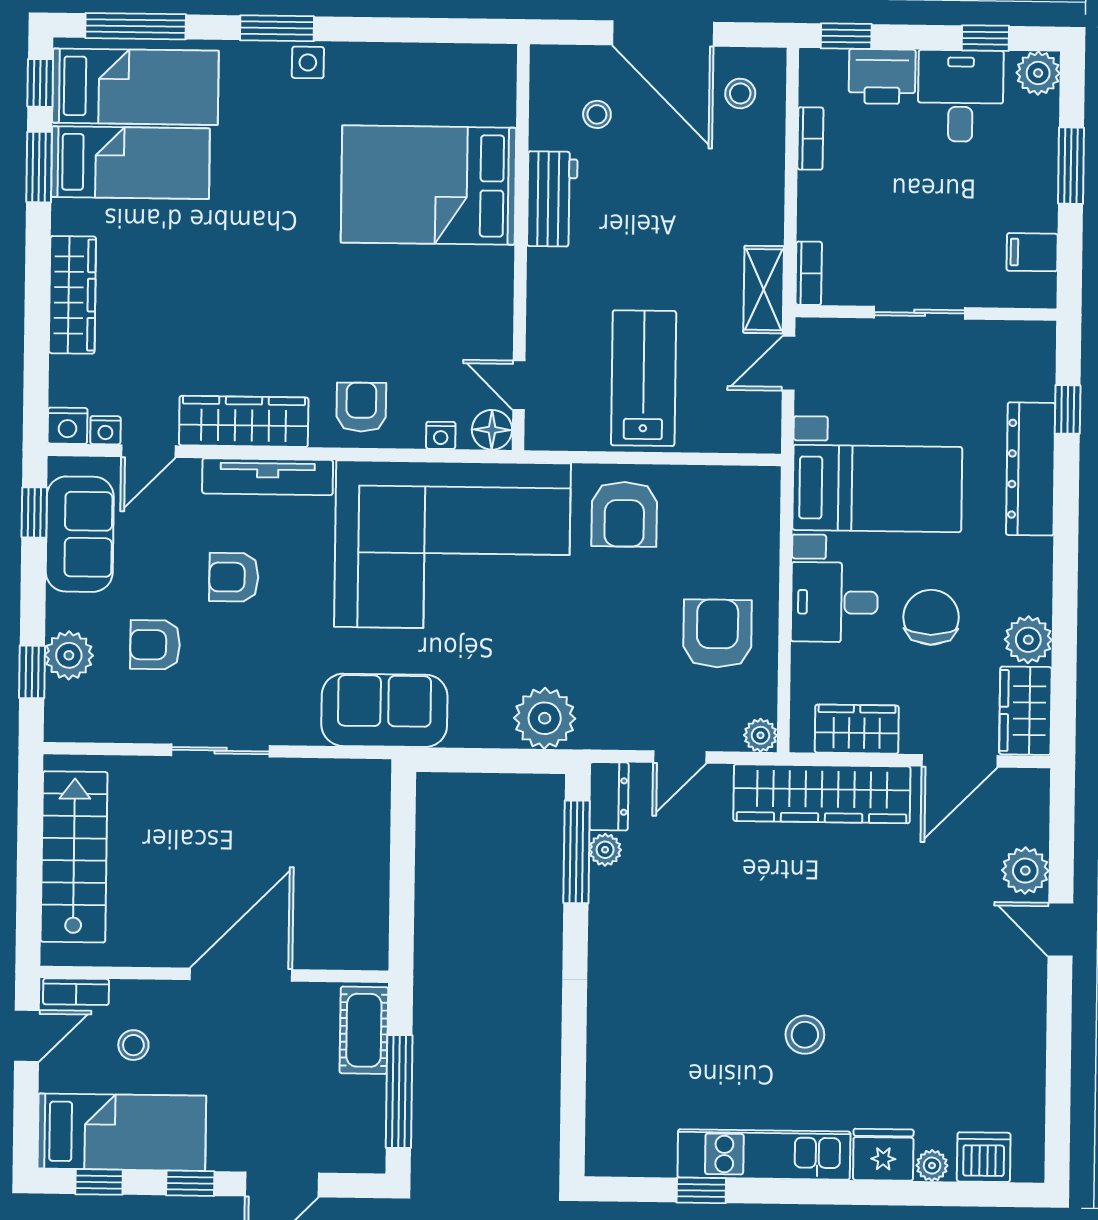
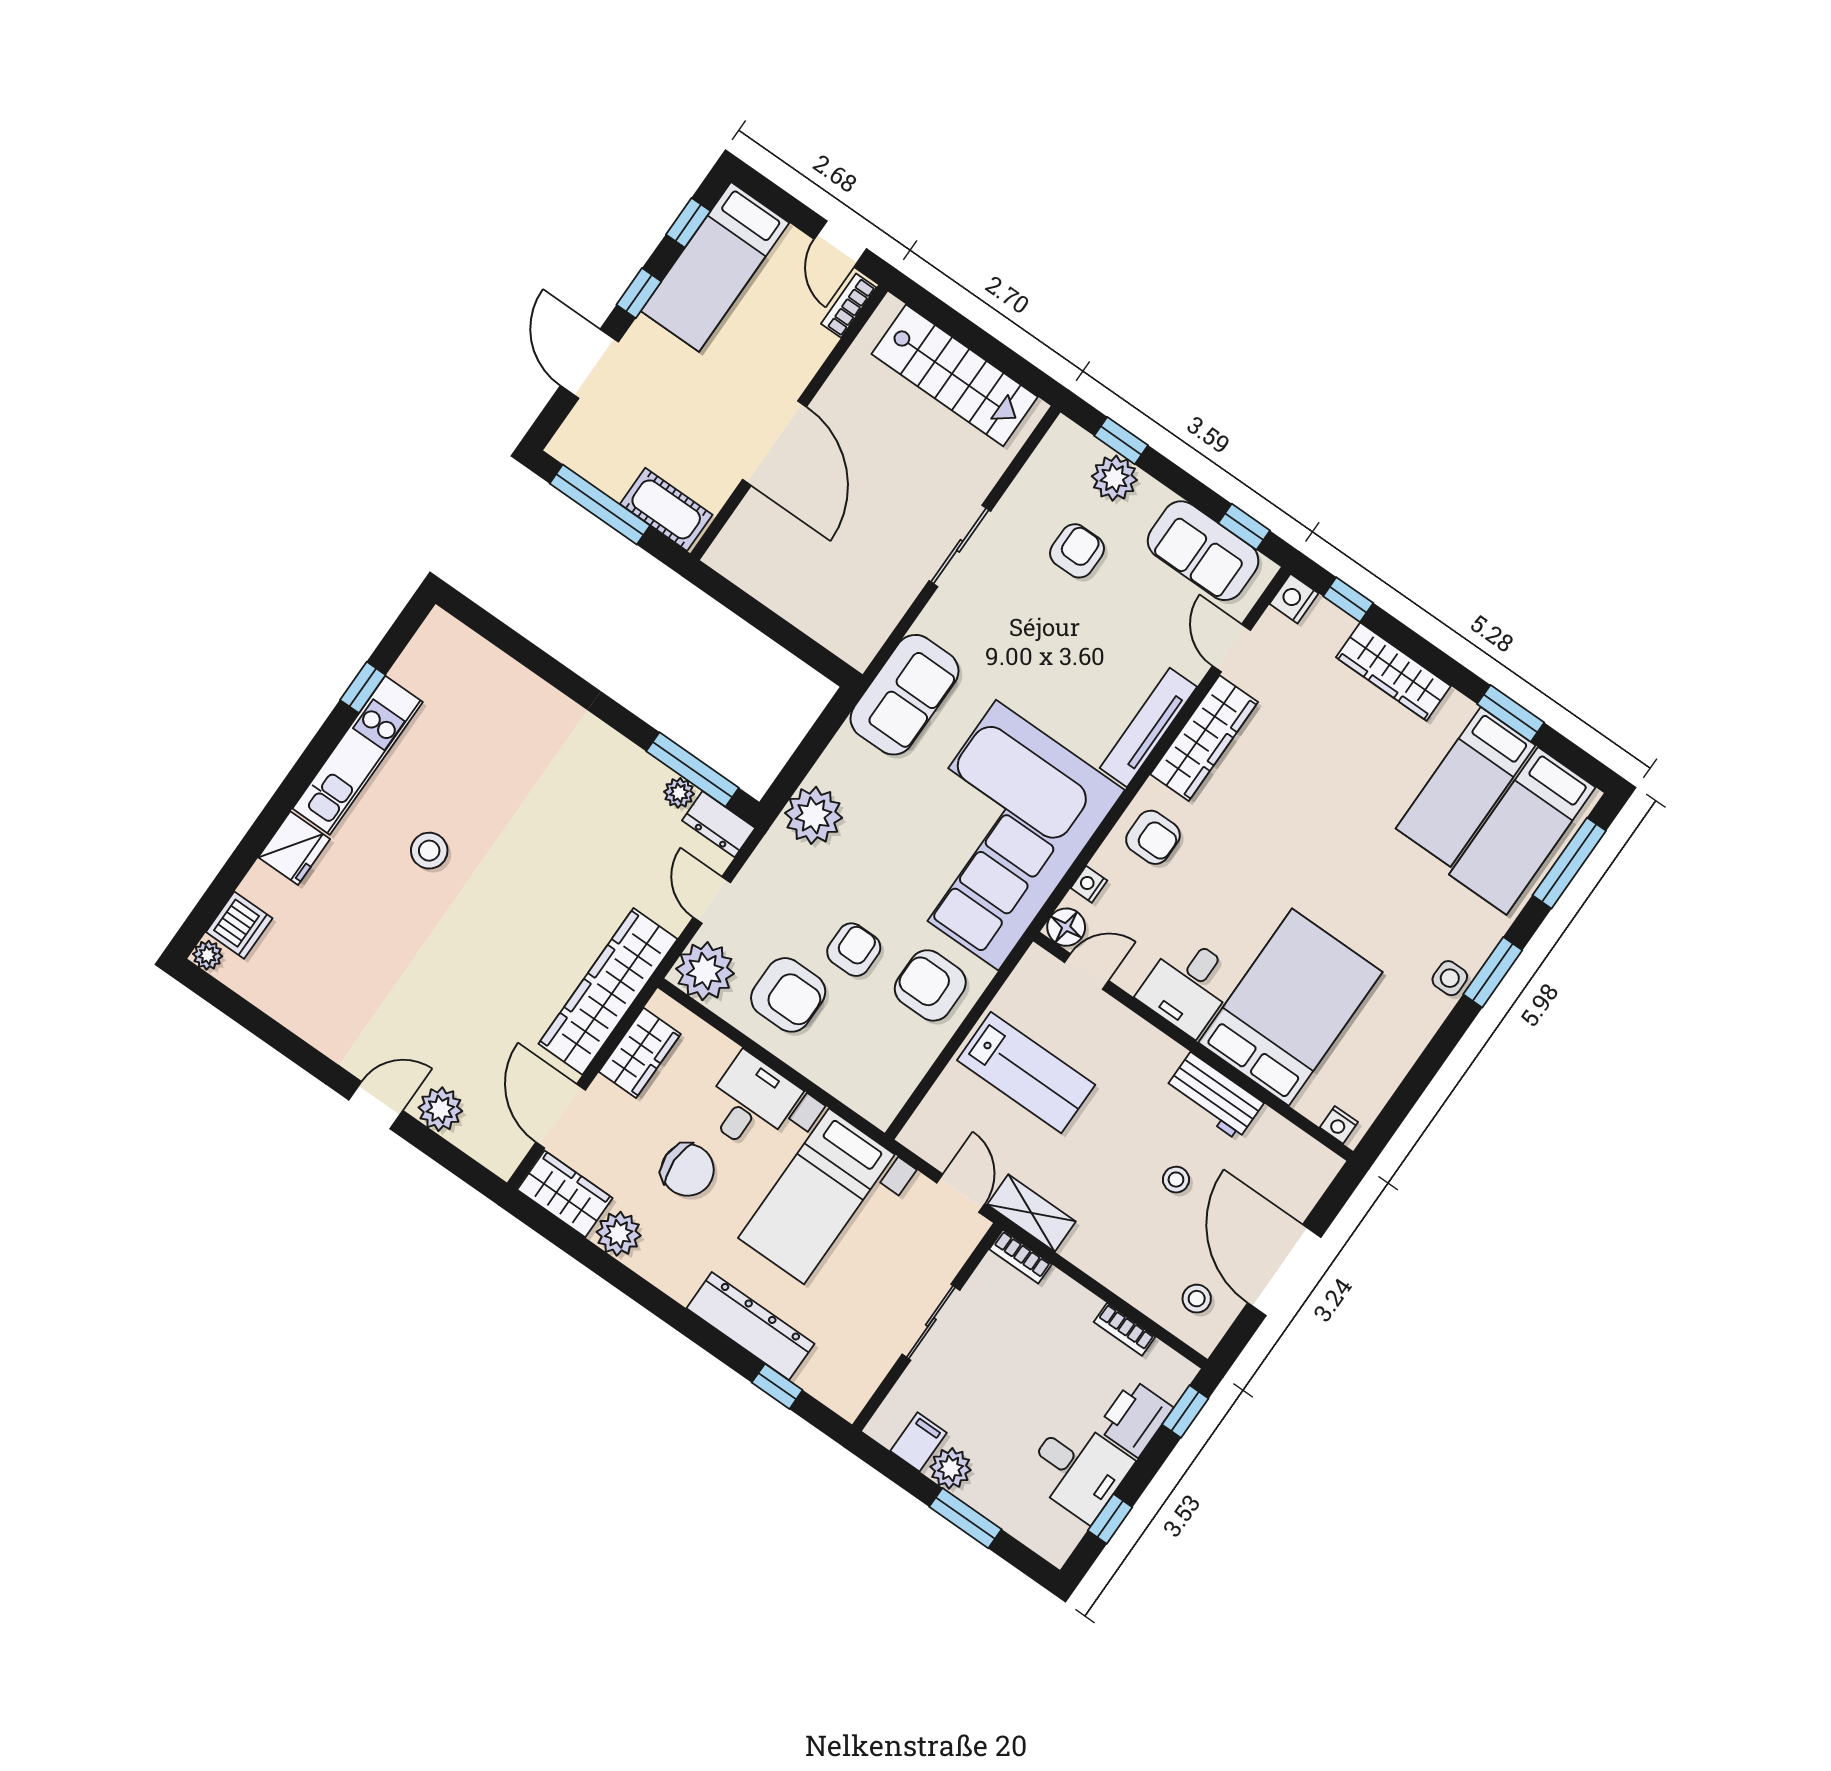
door: (663, 34) -> (1284, 1270), hinge flipped
plant: (1038, 73) -> (951, 1468), moved
window: (40, 83) -> (1348, 600), moved
stool: (597, 114) -> (1176, 1180), moved
desk: (471, 288) -> (1188, 986), added
nightstand: (105, 430) -> (1339, 1125), moved, turned -90
armchair: (234, 577) -> (854, 950), moved
plant: (760, 735) -> (705, 971), width x1.88, depth x1.88
stool: (133, 1045) -> (777, 322), removed
plant: (932, 1166) -> (208, 955), moved

